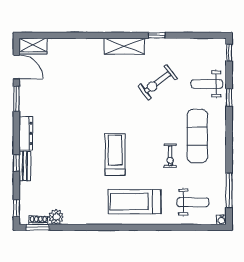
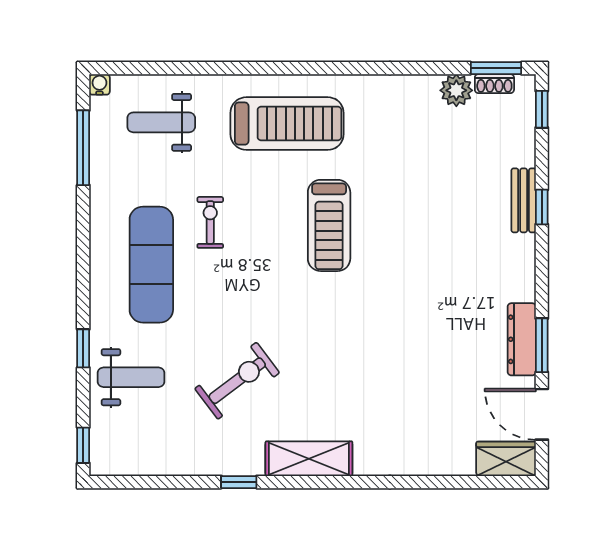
dresser: (26, 133) -> (522, 339), moved

